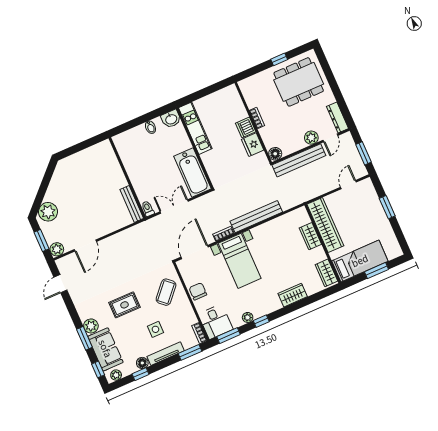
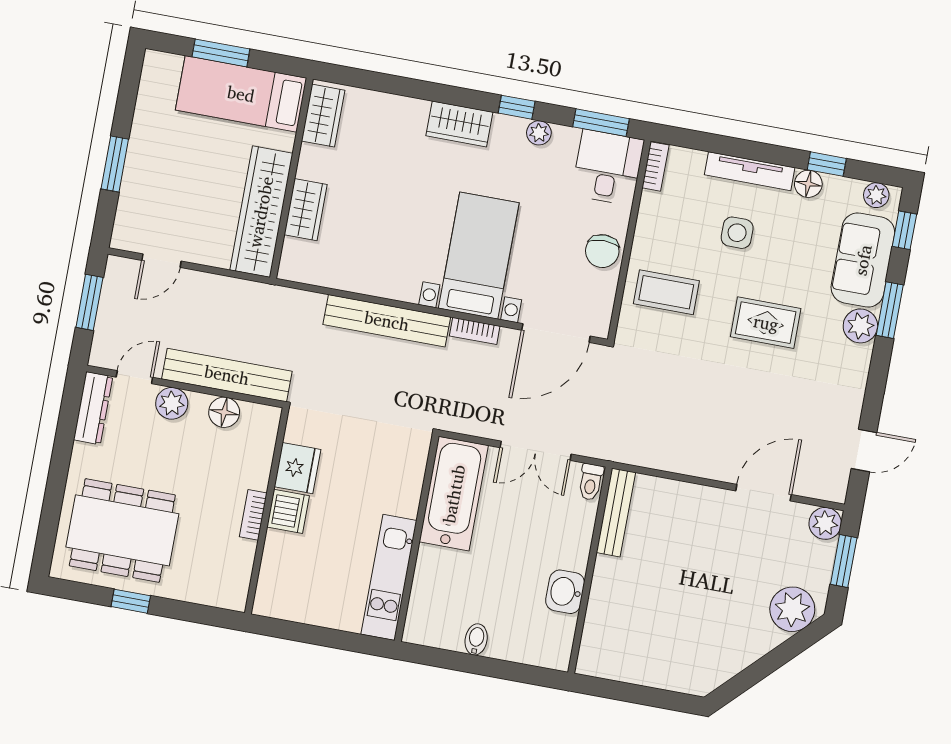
washbasin: (171, 119) -> (565, 592), moved, turned -90
floor lamp: (275, 154) -> (224, 412), moved
coffee table: (166, 292) -> (666, 292), turned 48
wardrobe: (293, 295) -> (459, 124), moved
window: (190, 352) -> (700, 141), removed

